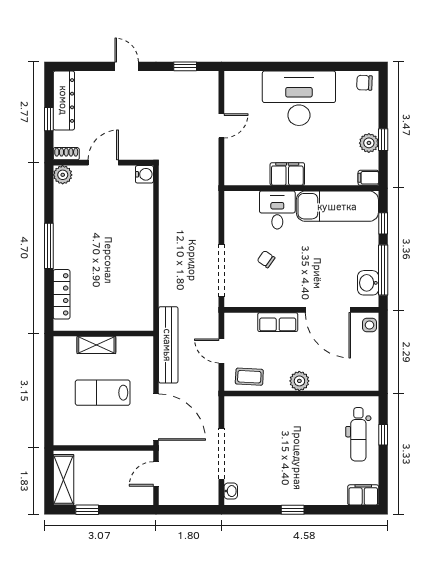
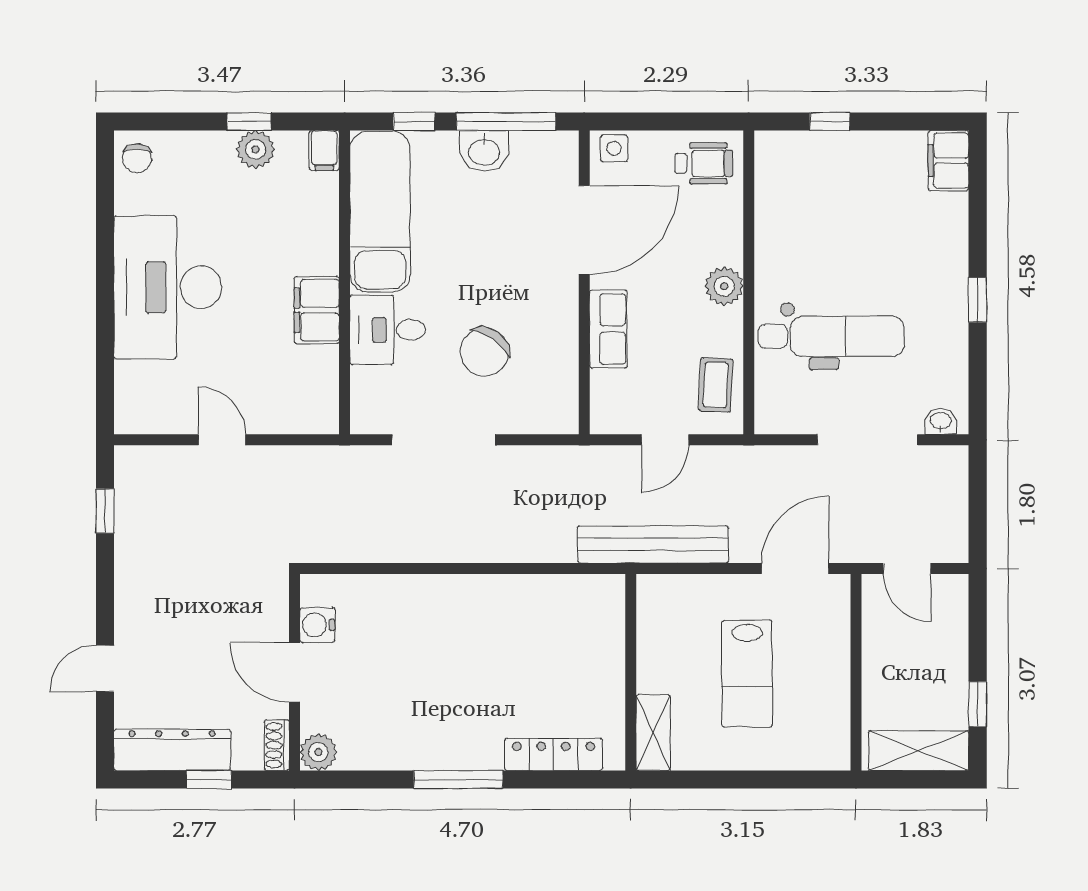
door: (127, 66) -> (105, 669), moved
water cooler: (144, 174) -> (317, 625), moved, turned -90
chair: (266, 259) -> (484, 352), width x1.87, depth x1.87
doorway: (221, 270) -> (444, 440), moved
washbasin: (368, 283) -> (484, 151), moved
shelving: (96, 345) -> (653, 733), moved
wheelchair: (362, 371) -> (704, 163), added
door: (156, 417) -> (795, 569), width x0.73
dental chair: (358, 434) -> (831, 336), moved, width x1.36, depth x1.38

